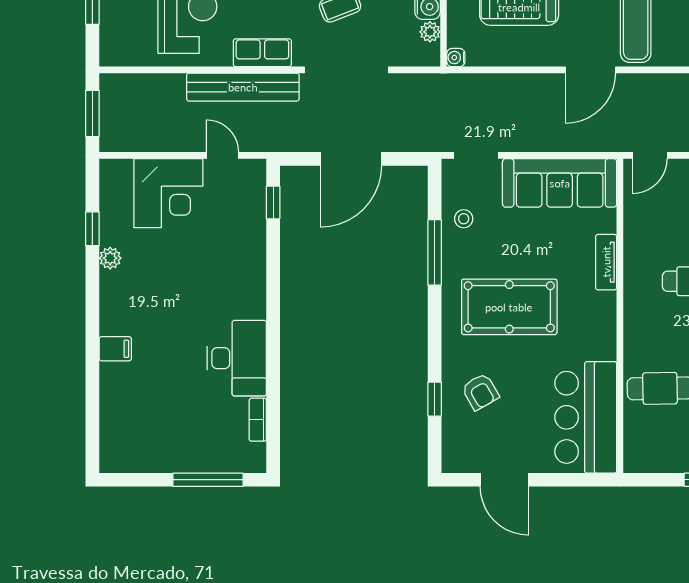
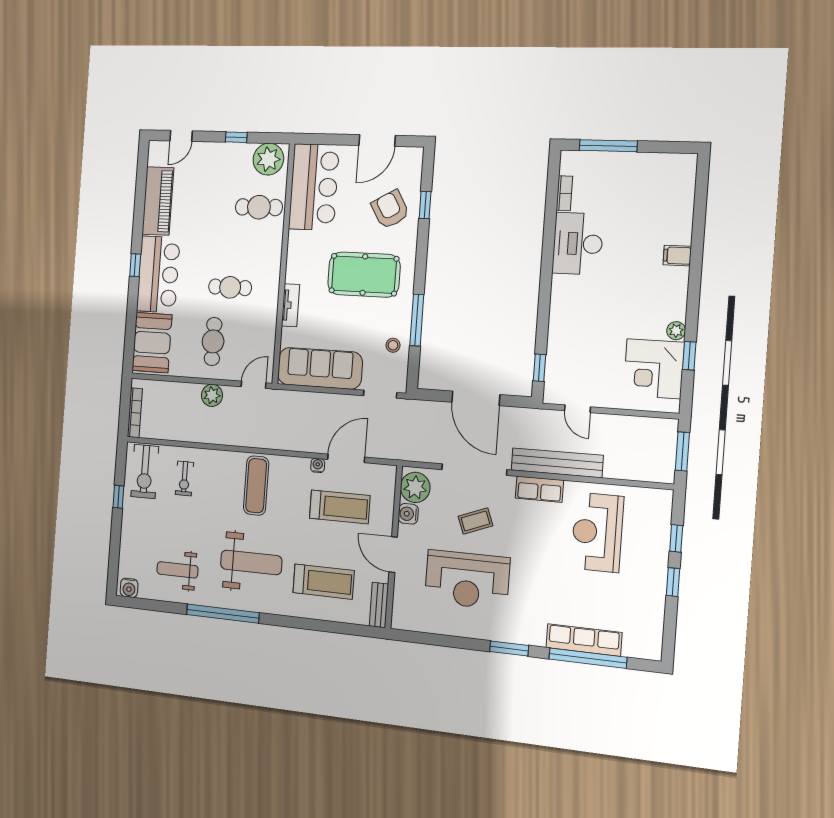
plant: (430, 32) -> (415, 487), width x1.88, depth x1.88
water cooler: (456, 58) -> (318, 465), moved, turned -90
door: (590, 70) -> (346, 458), moved
door: (351, 159) -> (476, 398), swing flipped
corner desk: (168, 193) -> (654, 369), moved, turned -90
armchair: (480, 392) -> (390, 209), width x1.38, depth x1.38
plant: (652, 452) -> (268, 159), added
door: (504, 480) -> (377, 140), swing flipped

